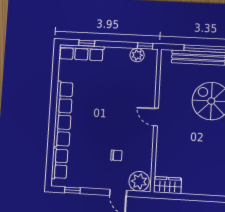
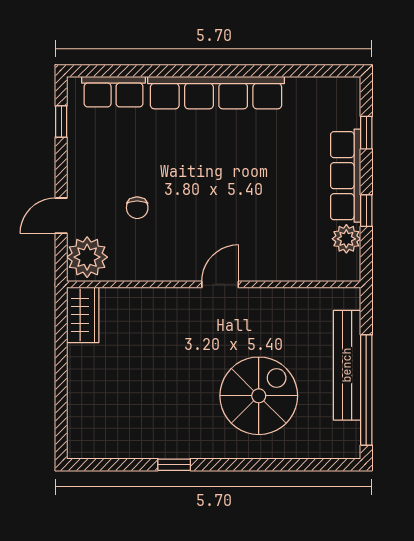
window: (145, 46) -> (366, 211), moved
row of seats: (82, 53) -> (346, 176), moved

